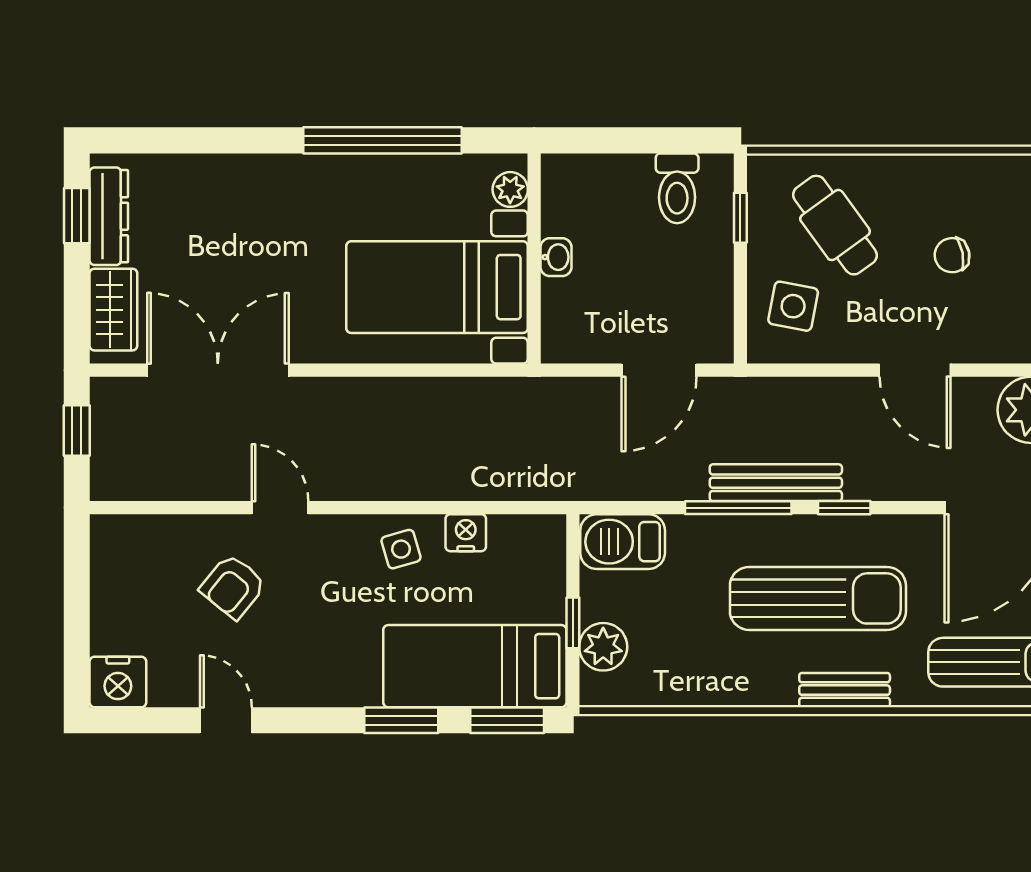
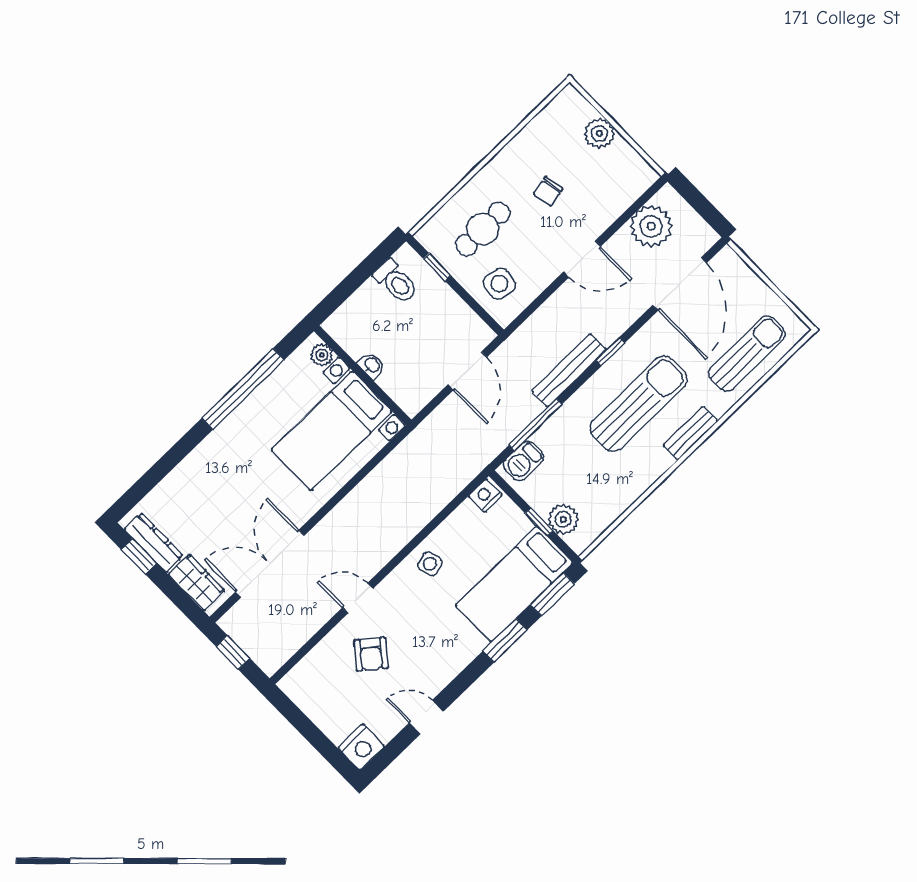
cafe table: (835, 225) -> (483, 229), turned -54
window: (738, 508) -> (535, 425), moved
nightstand: (466, 533) -> (485, 496), moved
barbecue: (623, 542) -> (523, 461), width x0.73, depth x0.79

